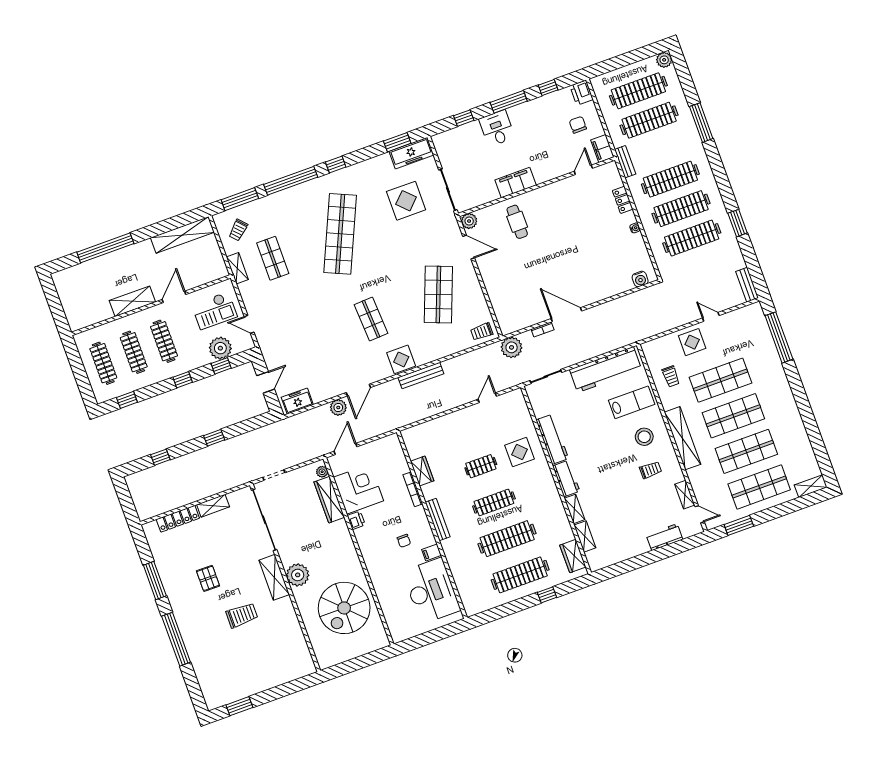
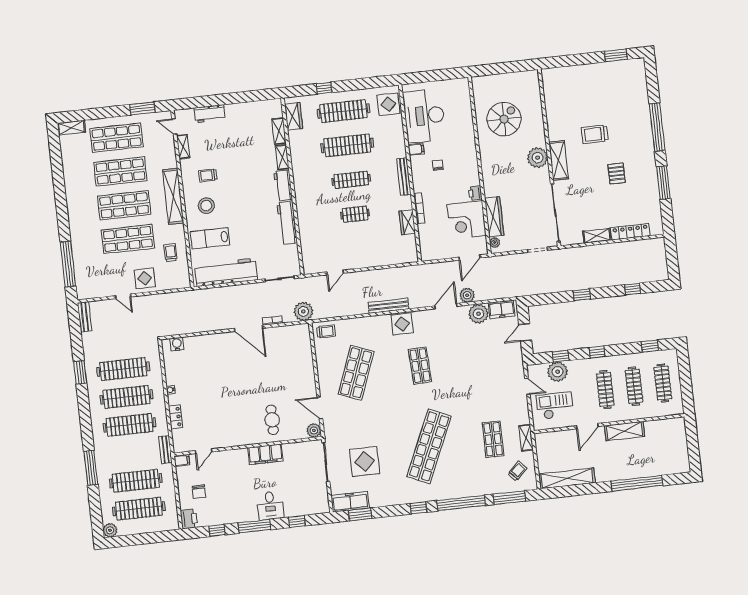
filing cabinet: (602, 148) -> (182, 460), width x0.50
plant: (321, 390) -> (478, 314), added
display table: (520, 452) -> (388, 104), moved
spiral stairs: (344, 608) -> (504, 119), width x0.73, depth x0.73

